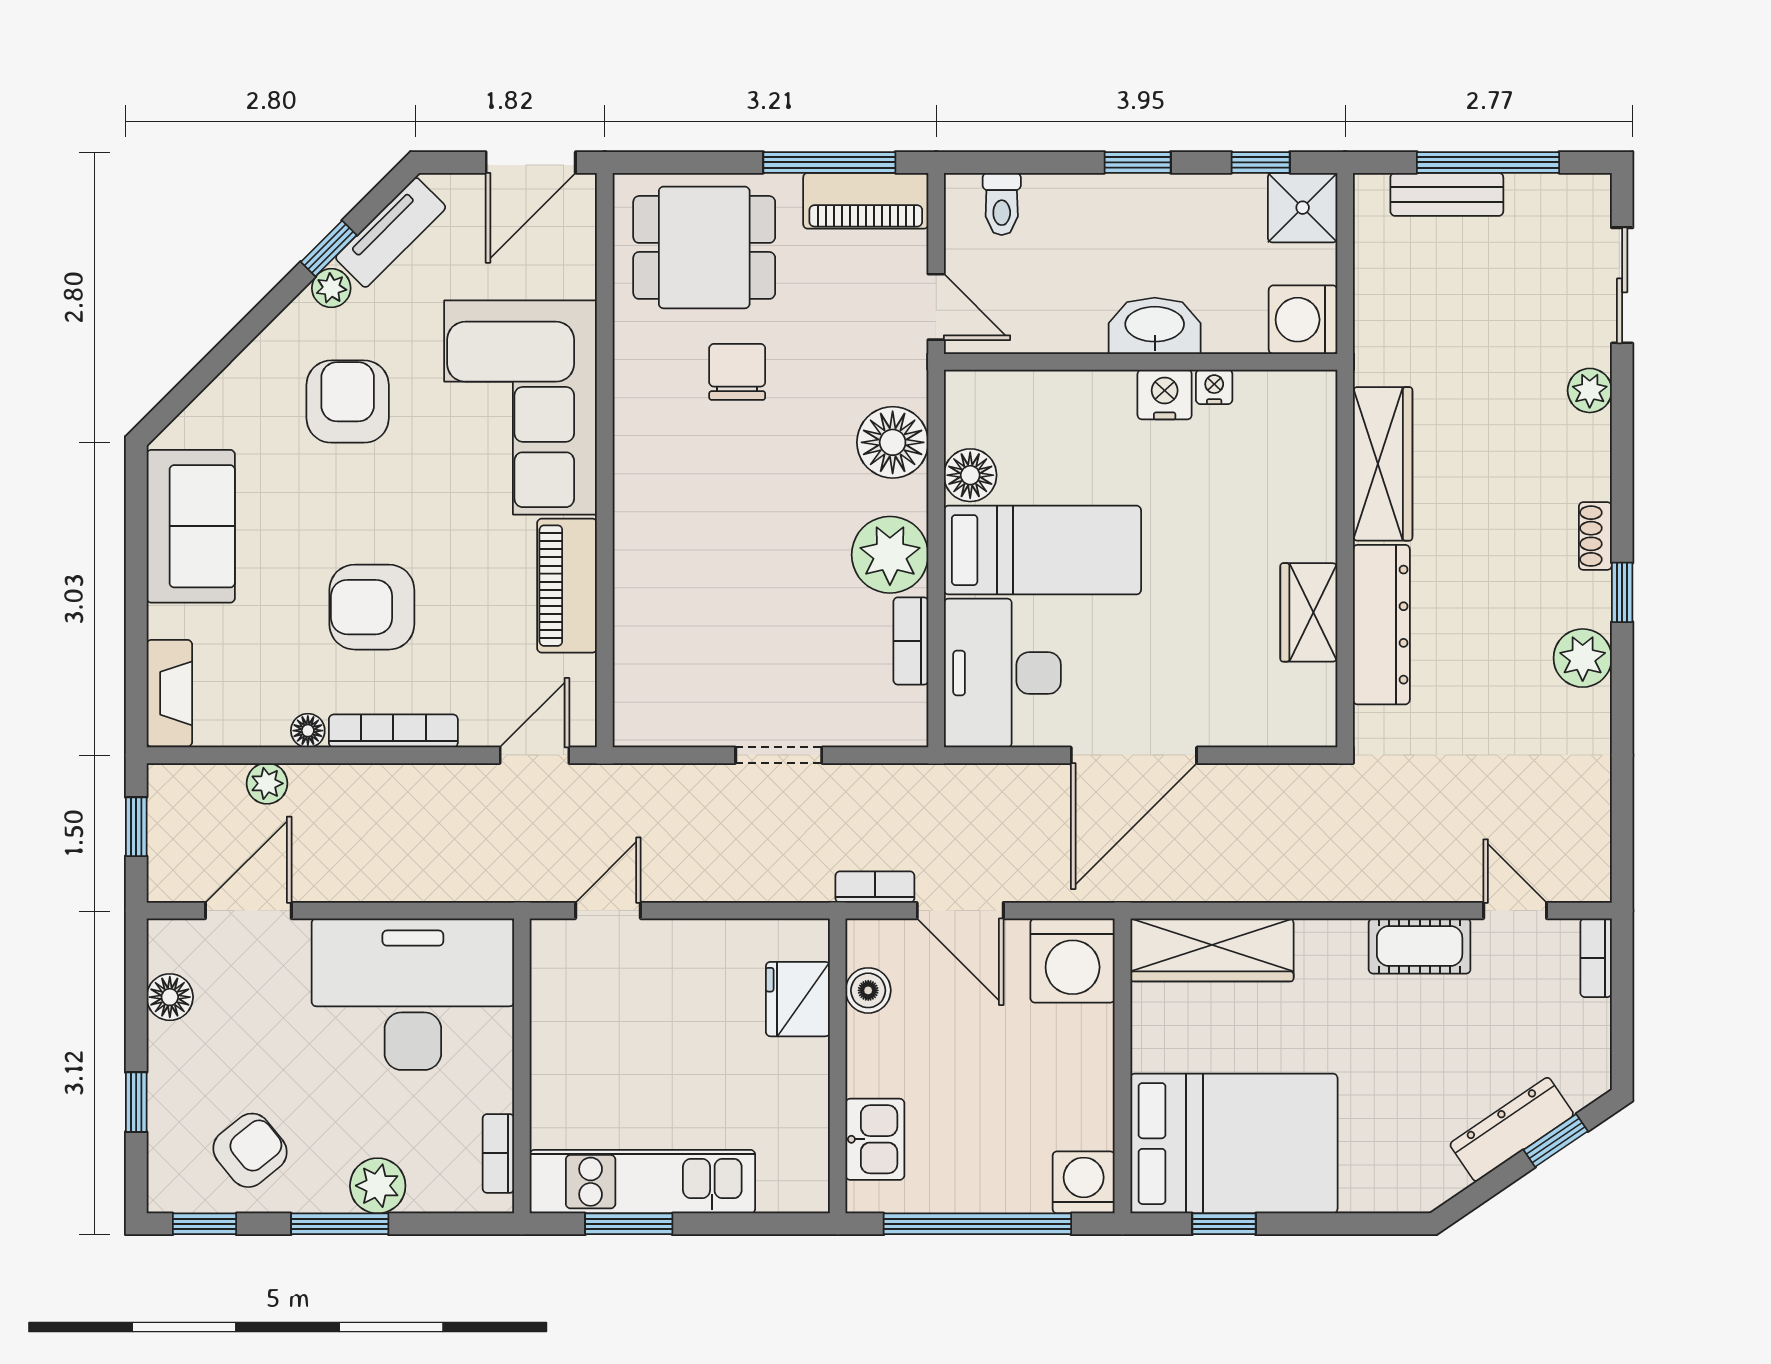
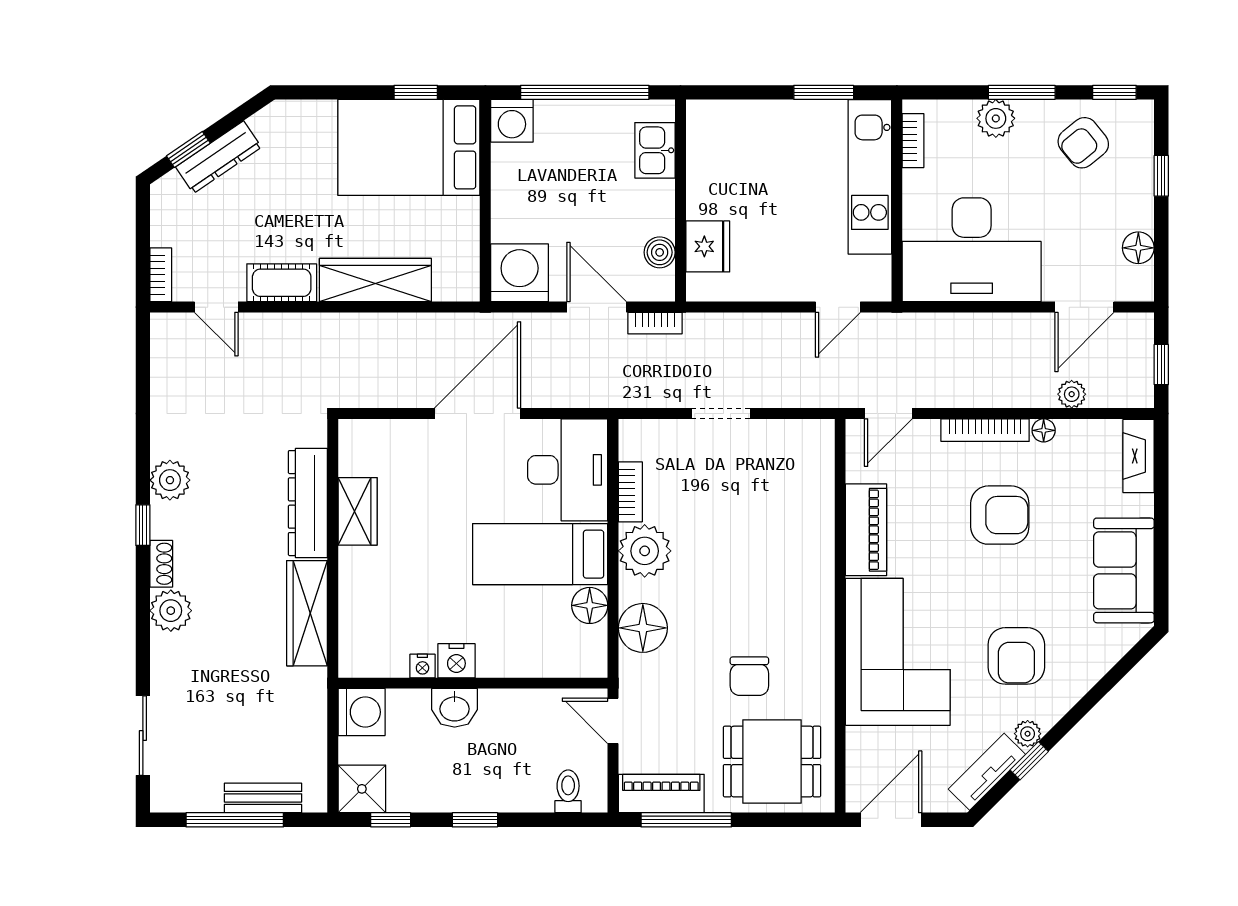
washbasin: (1155, 326) -> (455, 708), width x0.72
plant: (1590, 390) -> (171, 611), moved, width x1.38, depth x1.38
wardrobe: (1212, 950) -> (375, 280), moved
kitchen unit: (642, 1182) -> (870, 177), moved, turned 90

